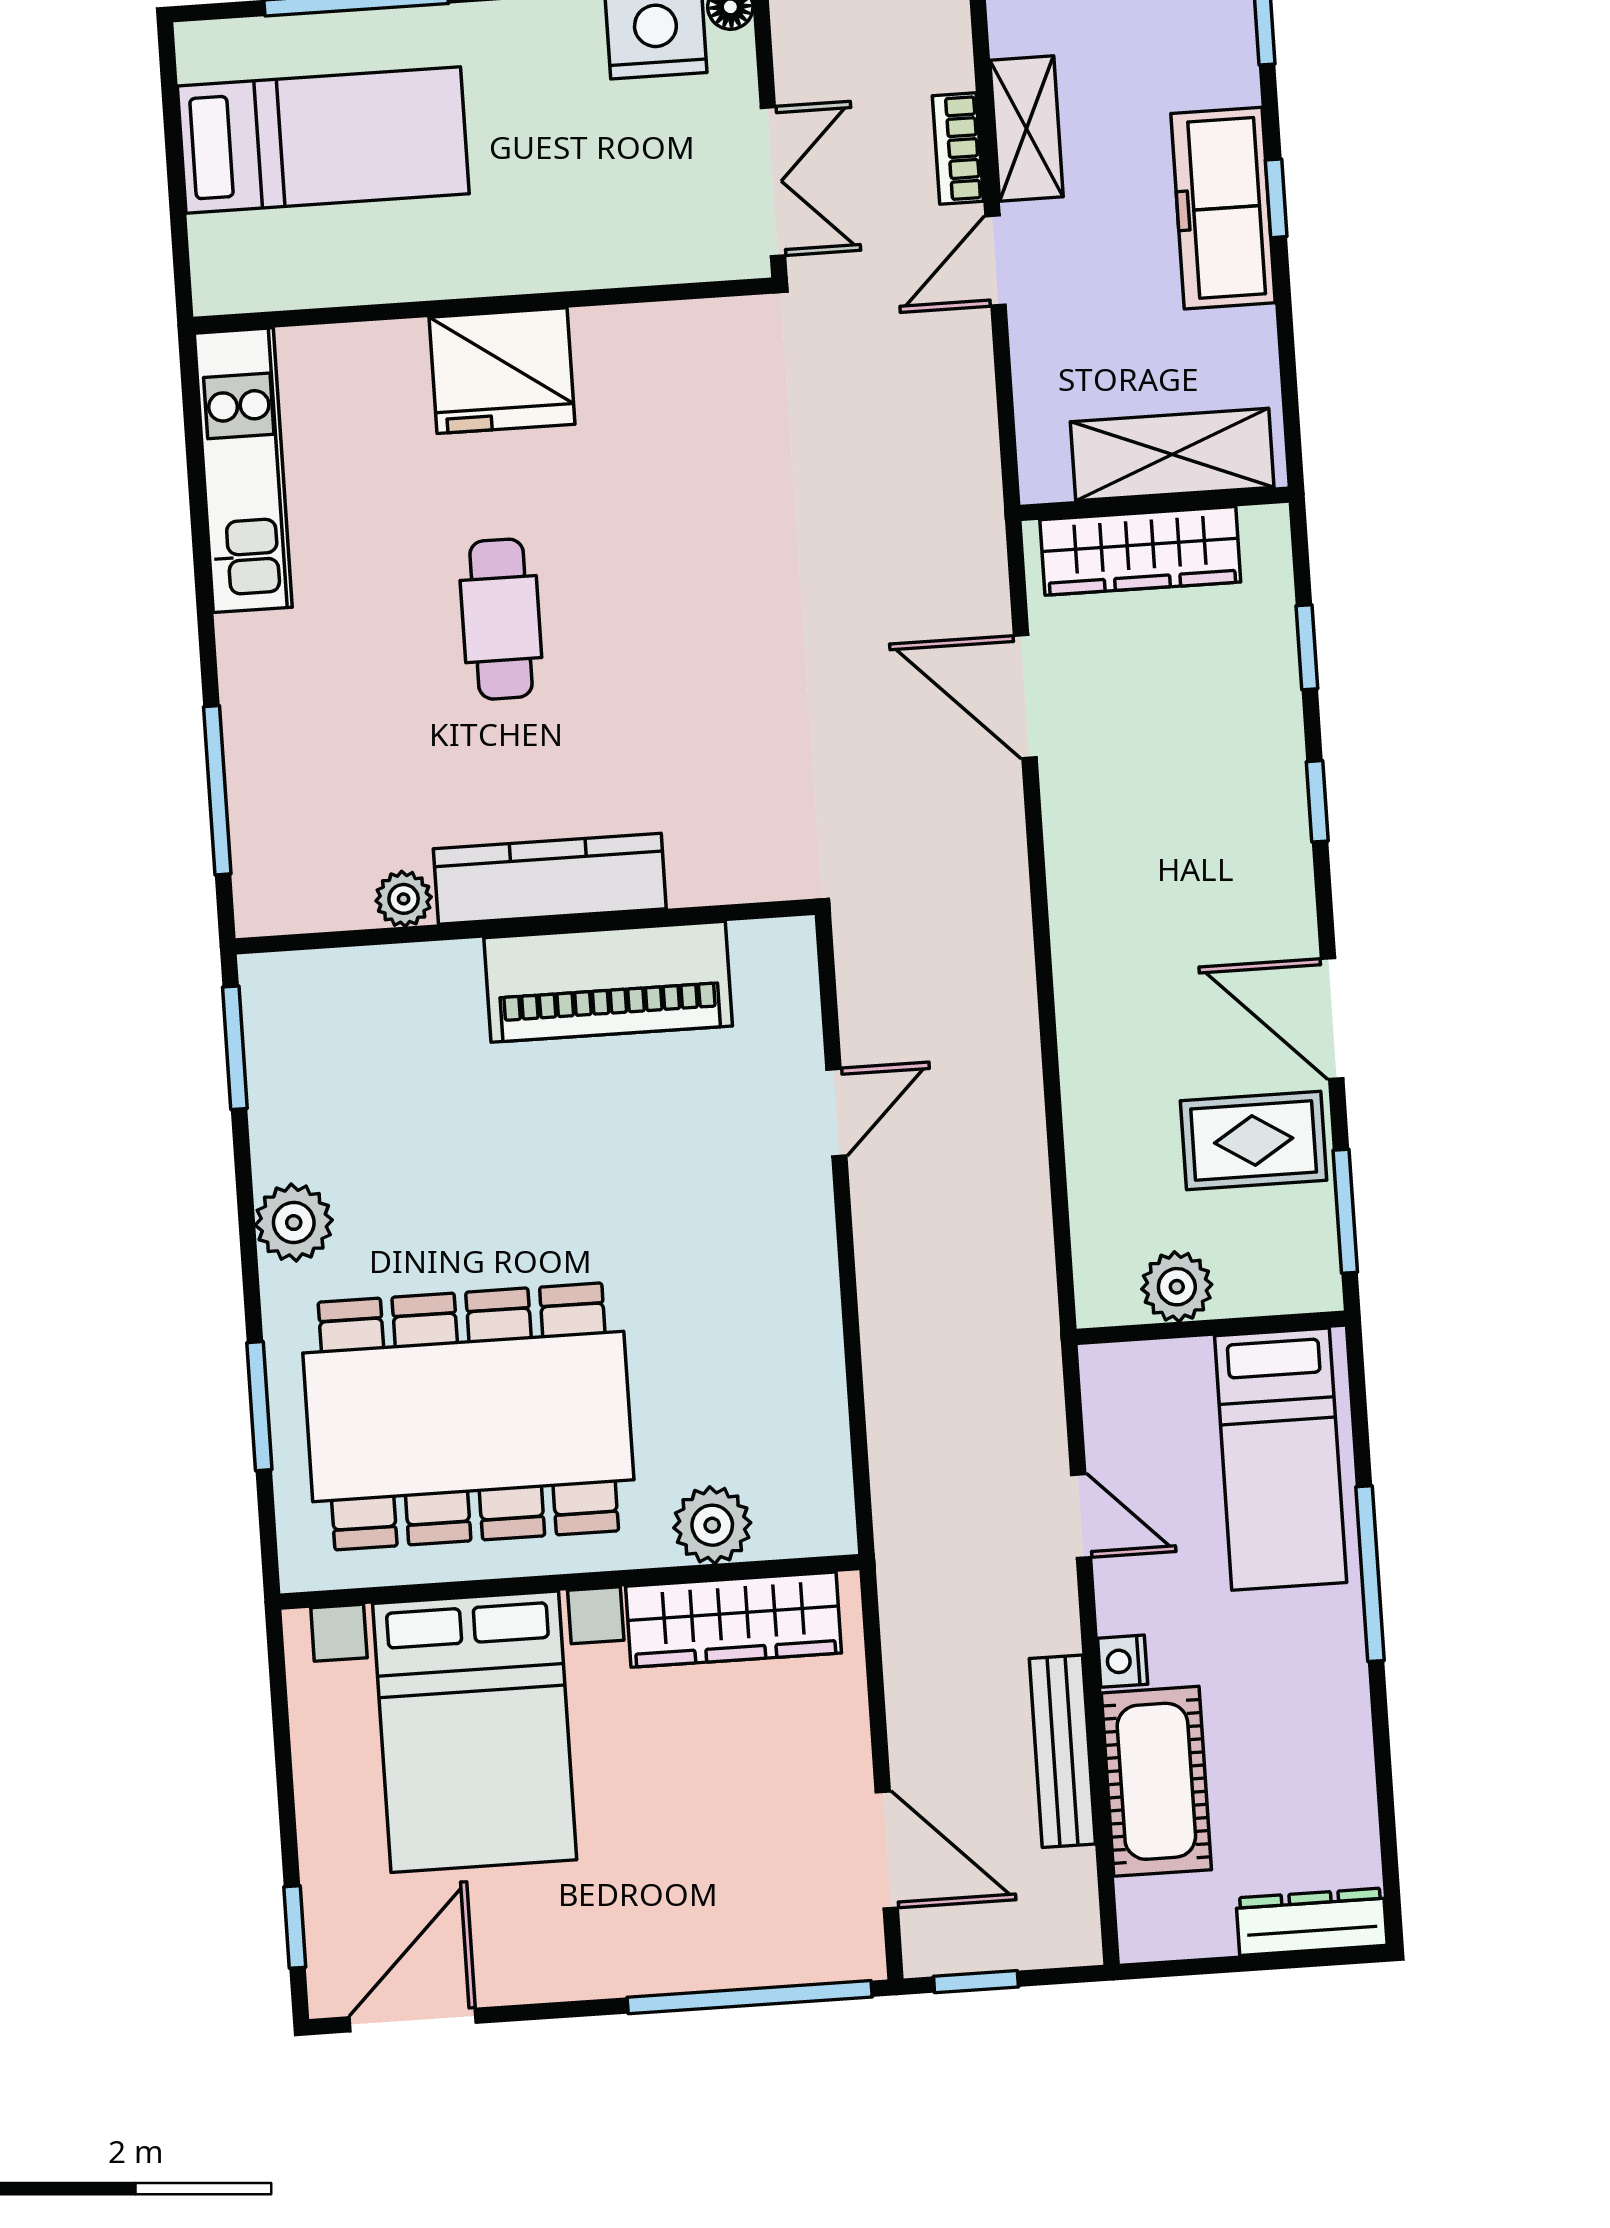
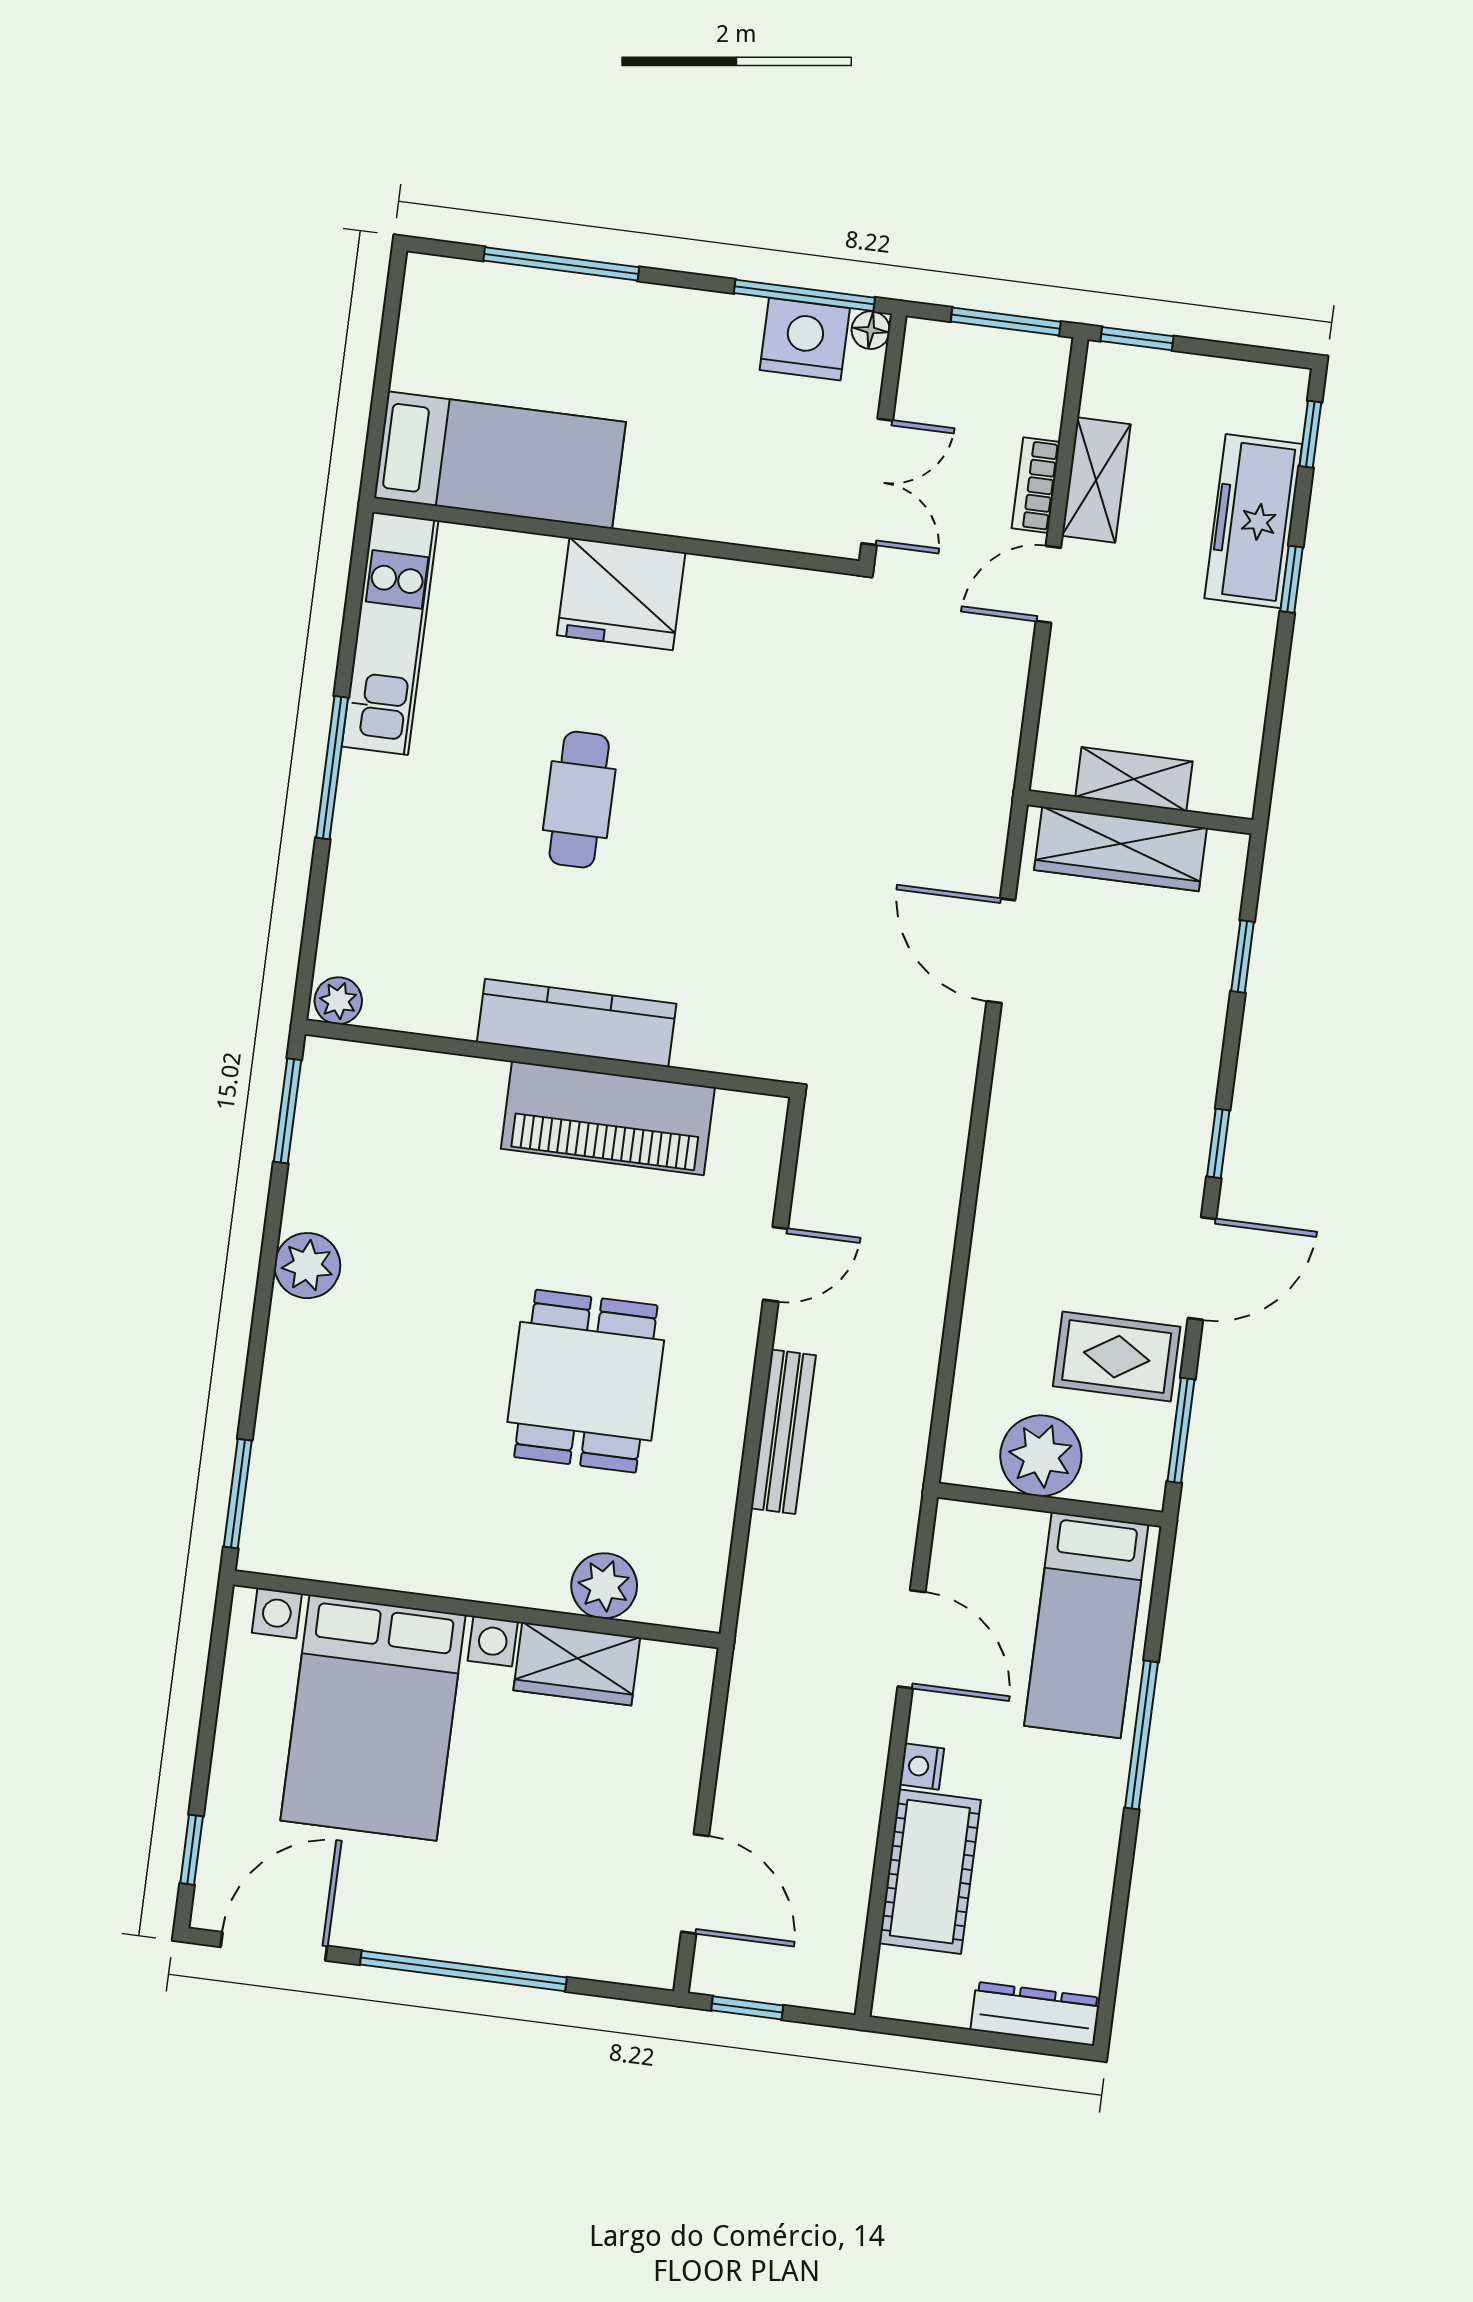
bed: (323, 140) -> (500, 460), moved
freezer: (1223, 208) -> (1253, 521), moved
shelving: (1172, 455) -> (1134, 779), width x0.67, depth x0.75
window: (217, 790) -> (332, 768), moved
window: (1317, 801) -> (1218, 1143), moved
plant: (404, 899) -> (338, 1001), moved
door: (1332, 1019) -> (1202, 1269), swing flipped
plant: (1177, 1287) -> (1041, 1456), width x1.36, depth x1.36
window: (259, 1406) -> (238, 1494), moved
dining table: (468, 1416) -> (586, 1381), moved, width x0.53, depth x0.80
door: (1081, 1516) -> (911, 1639), width x1.38
wardrobe: (733, 1620) -> (577, 1664), width x0.67
bench: (1062, 1751) -> (783, 1432), moved
window: (750, 1997) -> (463, 1971), moved

